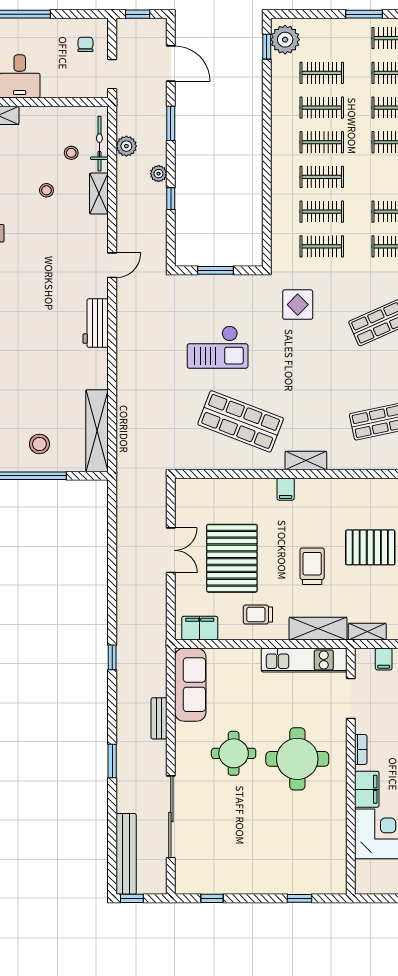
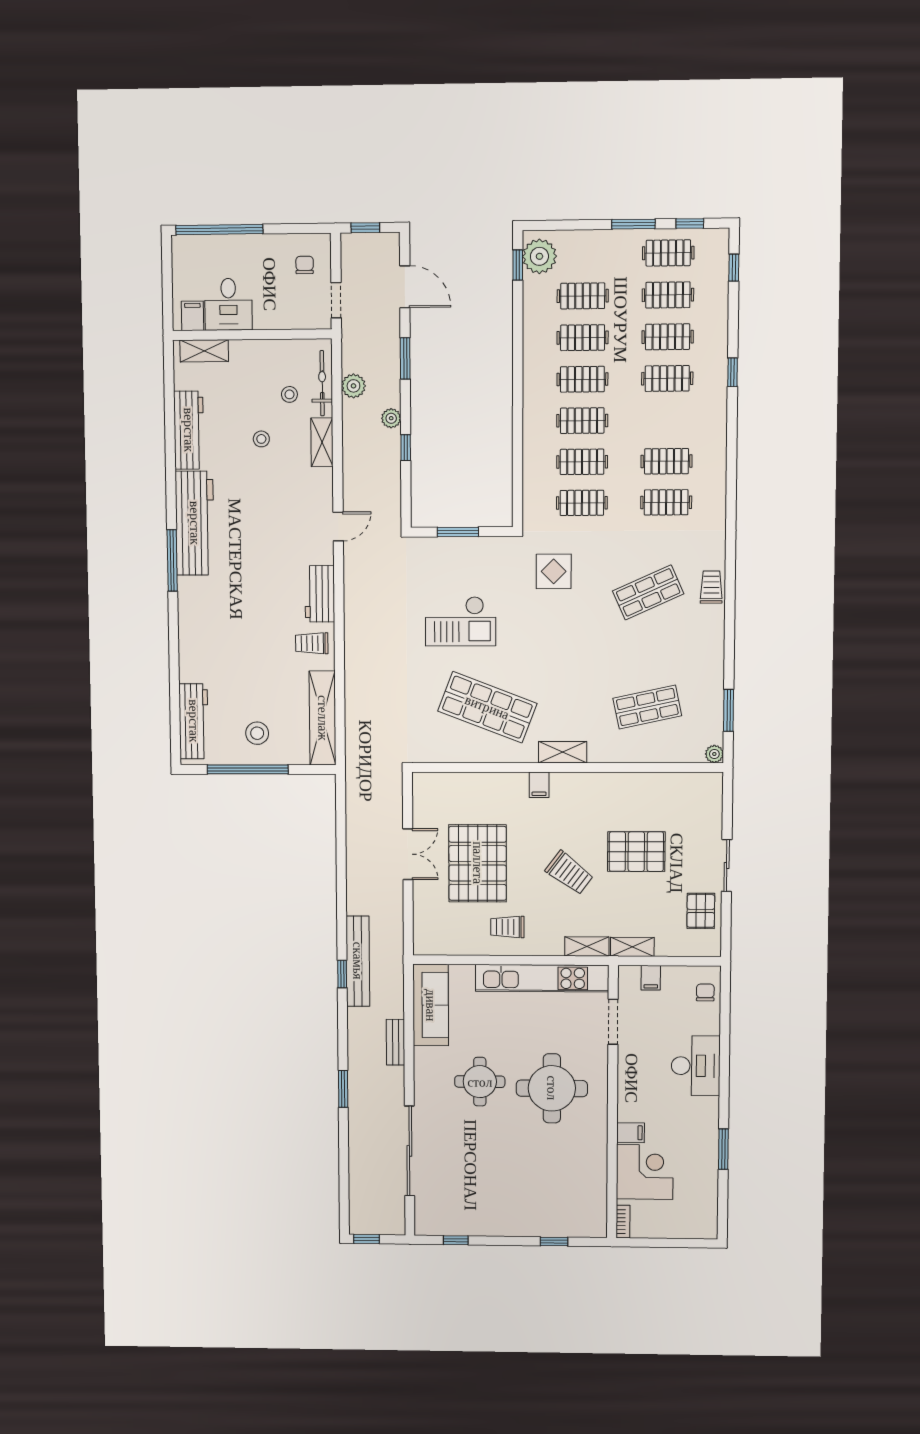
trolley: (88, 366) -> (312, 643), added
trolley: (312, 566) -> (569, 873), turned 127
filing cabinet: (200, 628) -> (441, 942), removed
shelving: (318, 629) -> (587, 946), width x0.67, depth x0.75
kitchen unit: (304, 660) -> (542, 978), width x1.36
bookcase: (361, 749) -> (623, 1222), moved
filing cabinet: (367, 789) -> (630, 1133), width x0.50
bench: (126, 854) -> (358, 961), moved

